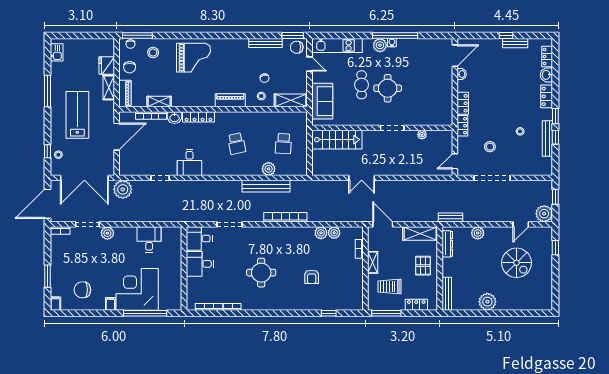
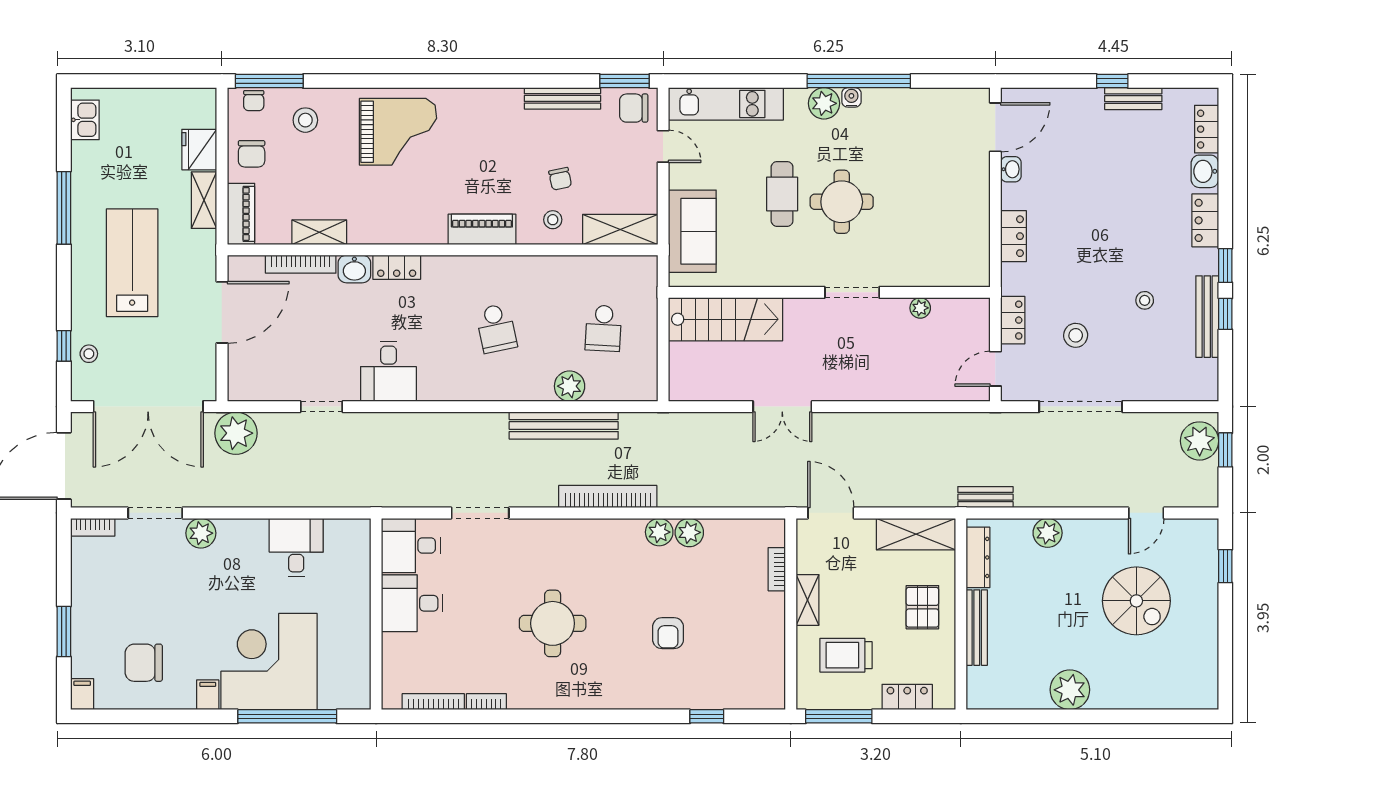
locker: (198, 117) -> (397, 267), width x0.66
locker: (462, 126) -> (1013, 320), moved
plant: (544, 214) -> (1200, 441), moved
plant: (334, 233) -> (659, 532), moved
bench: (447, 294) -> (977, 628), moved

